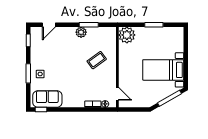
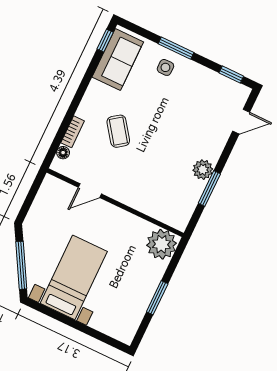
door: (49, 25) -> (241, 122), swing flipped
coffee table: (97, 60) -> (118, 131), moved
door: (117, 94) -> (90, 191), moved

